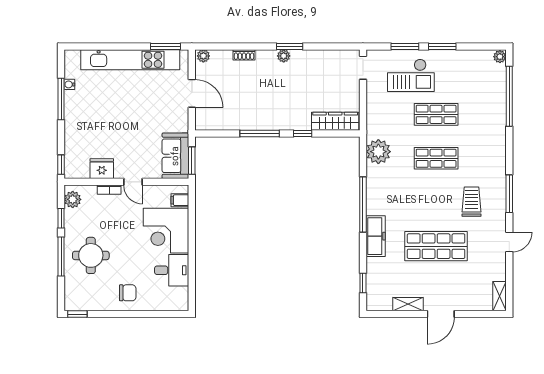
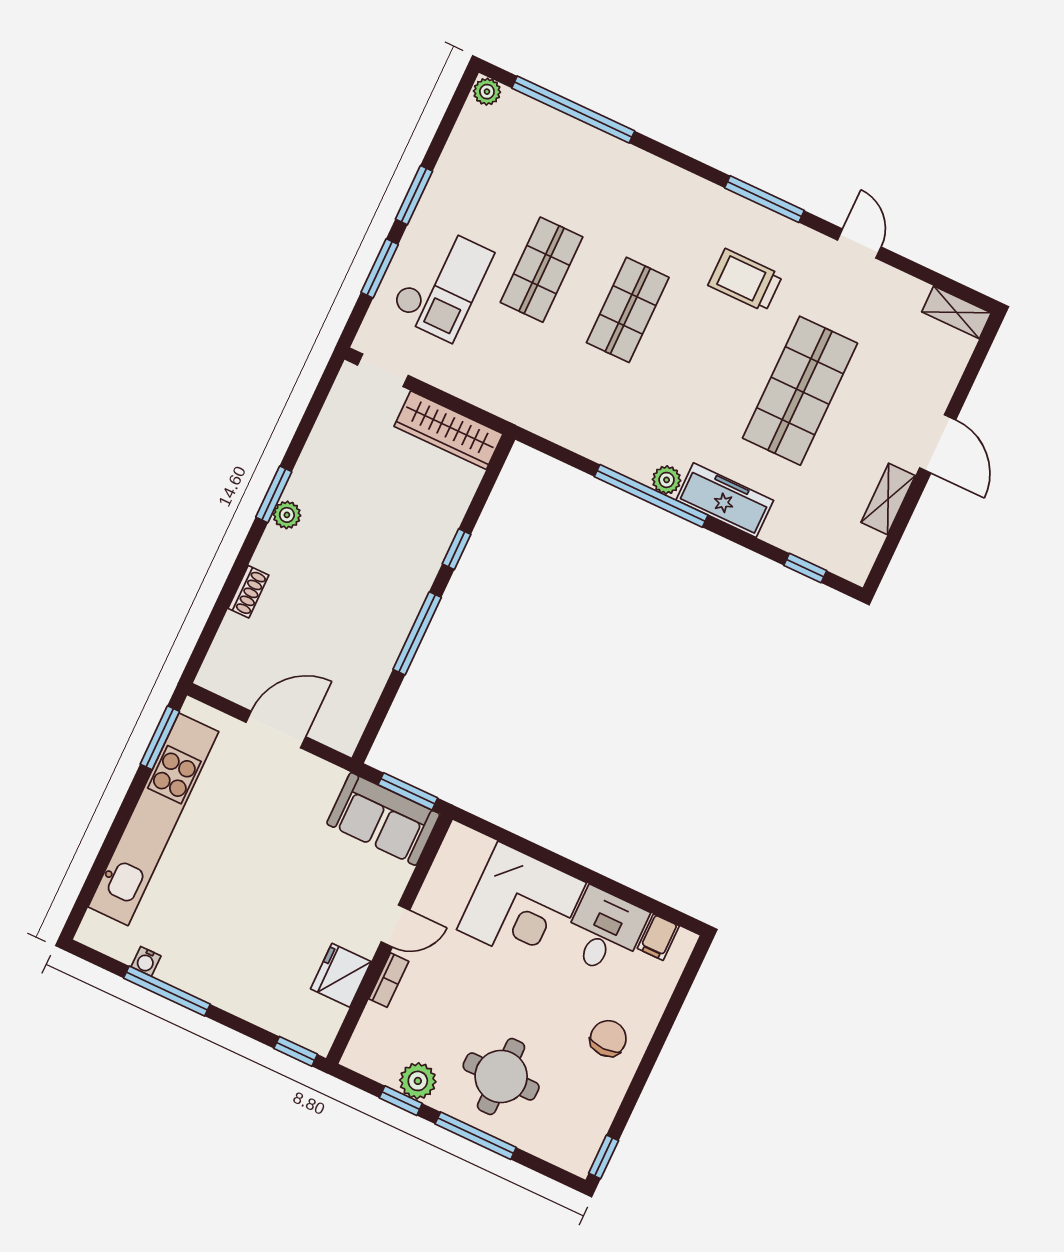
plant: (203, 56) -> (213, 672), removed
wardrobe: (335, 121) -> (448, 430), moved, turned -90
plant: (378, 152) -> (667, 480), moved, width x0.53, depth x0.53
plant: (73, 199) -> (418, 1081), moved
filing cabinet: (180, 200) -> (658, 937), moved

